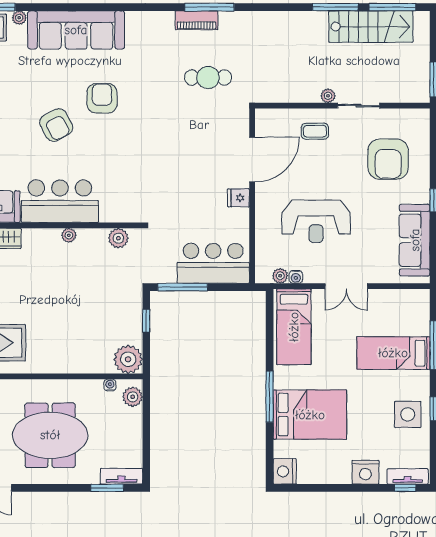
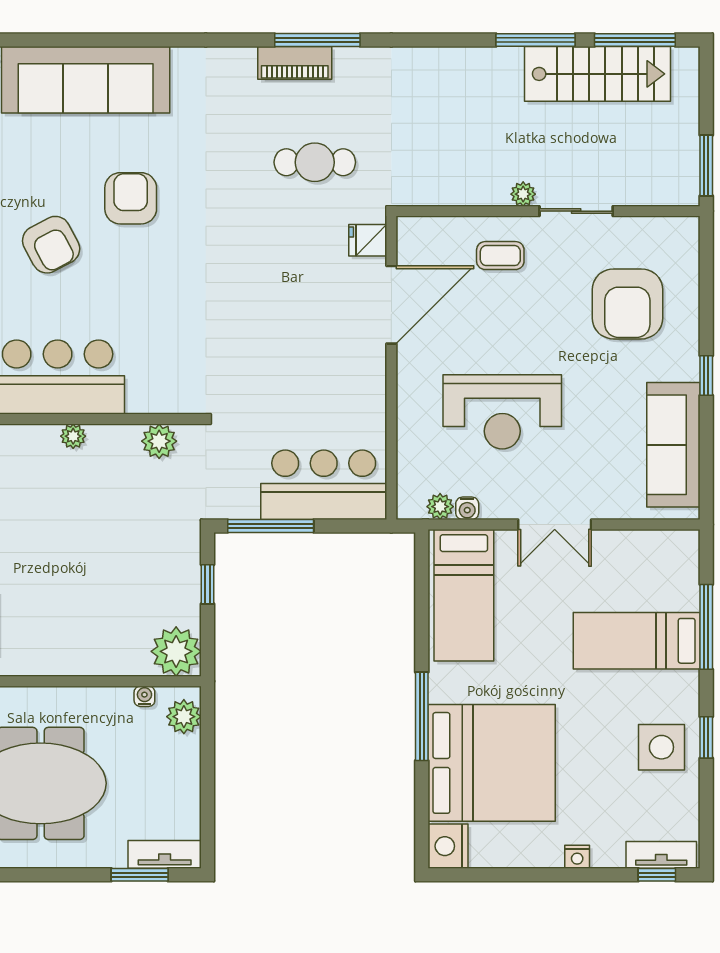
fridge: (238, 198) -> (368, 240), moved
bed: (310, 415) -> (492, 763), width x1.36
nightstand: (365, 472) -> (577, 857), width x0.53, depth x0.56

